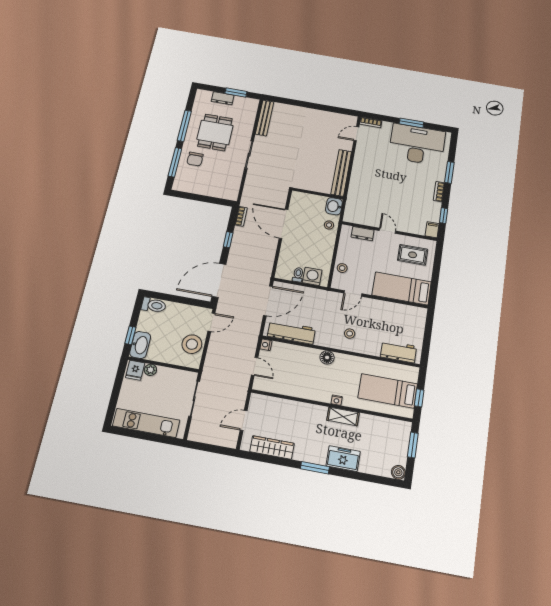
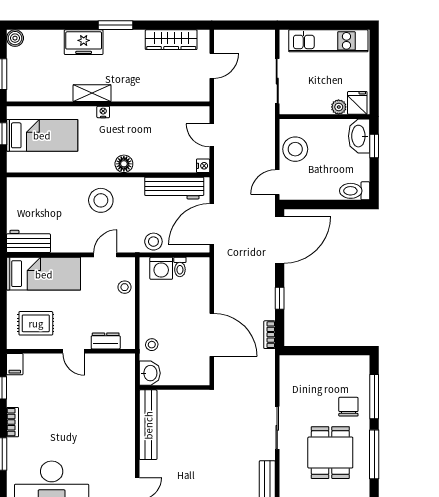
stool: (315, 296) -> (153, 242), added
stool: (350, 334) -> (101, 200), width x1.89, depth x1.89
workbench: (399, 352) -> (28, 241), moved, turned 180

